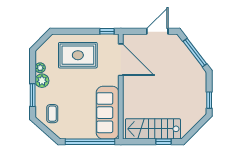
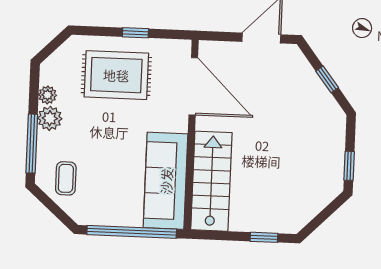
window: (107, 31) -> (135, 33), moved
window: (195, 53) -> (327, 79), width x0.46
window: (33, 95) -> (32, 144), width x1.44
stairs: (153, 129) -> (211, 181), moved, turned 90

